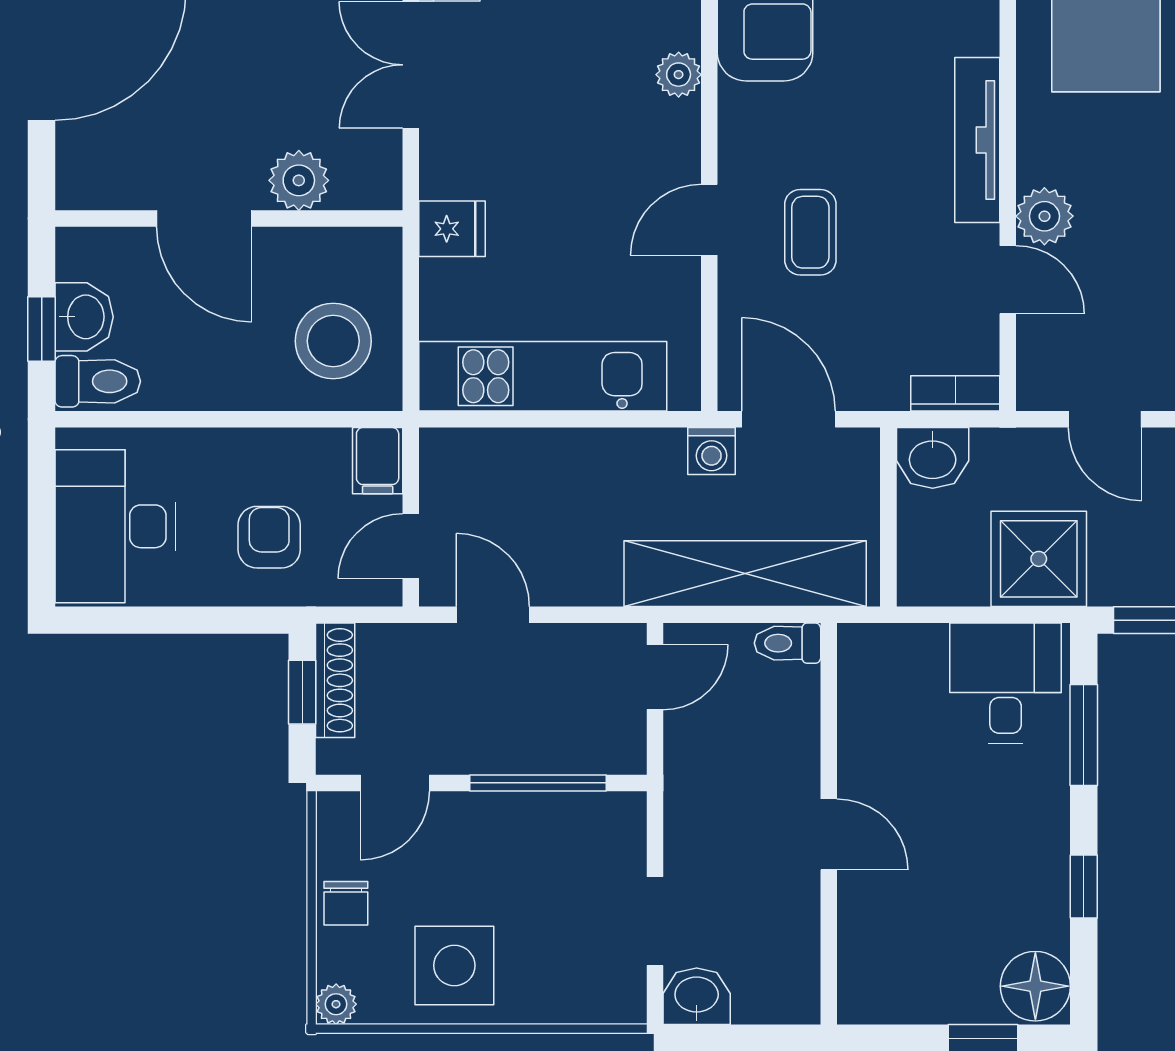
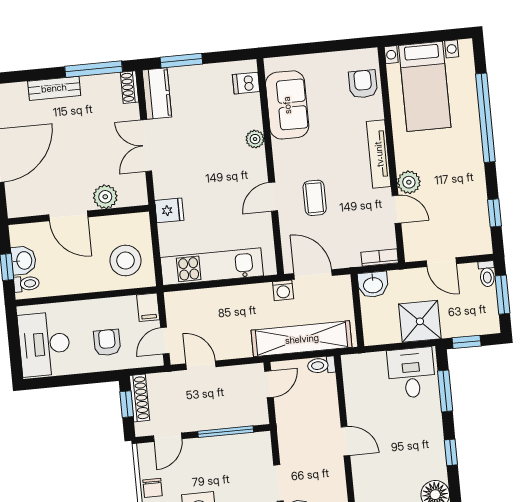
toilet: (98, 381) -> (27, 284), width x0.73, depth x0.72

